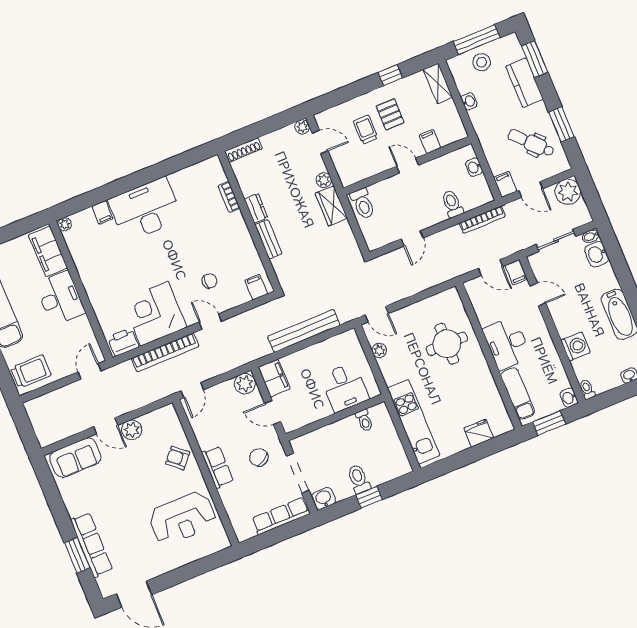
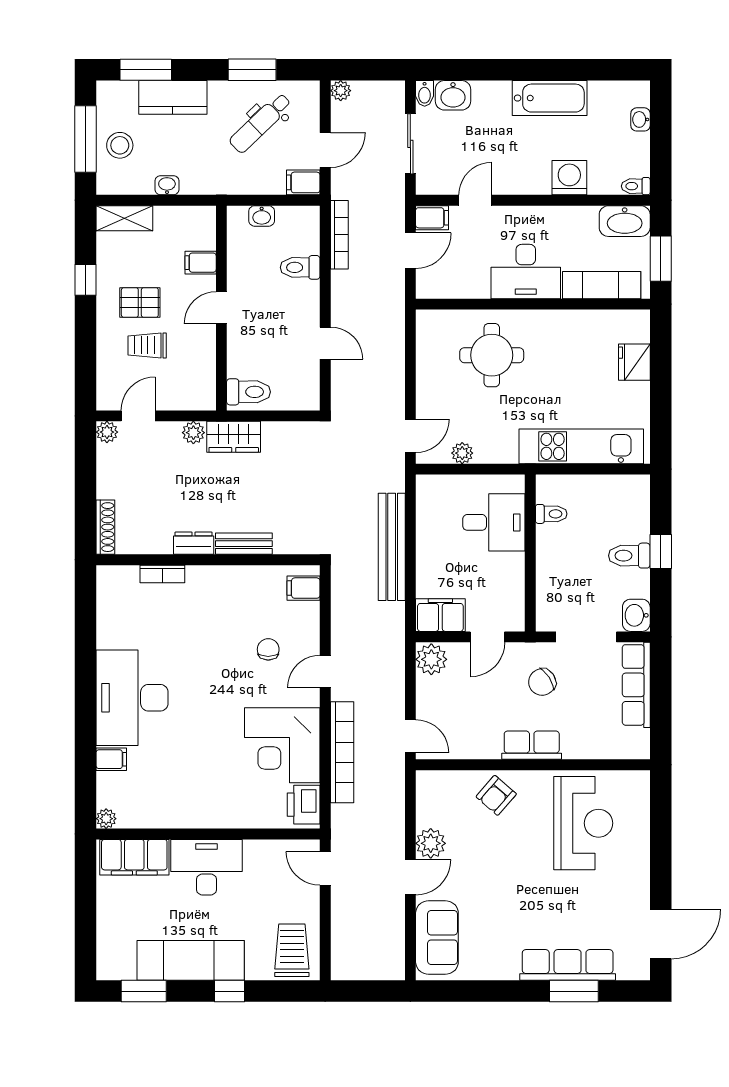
plant: (568, 192) -> (341, 91), width x0.53, depth x0.53
washbasin: (569, 398) -> (625, 221), width x1.91, depth x1.45

